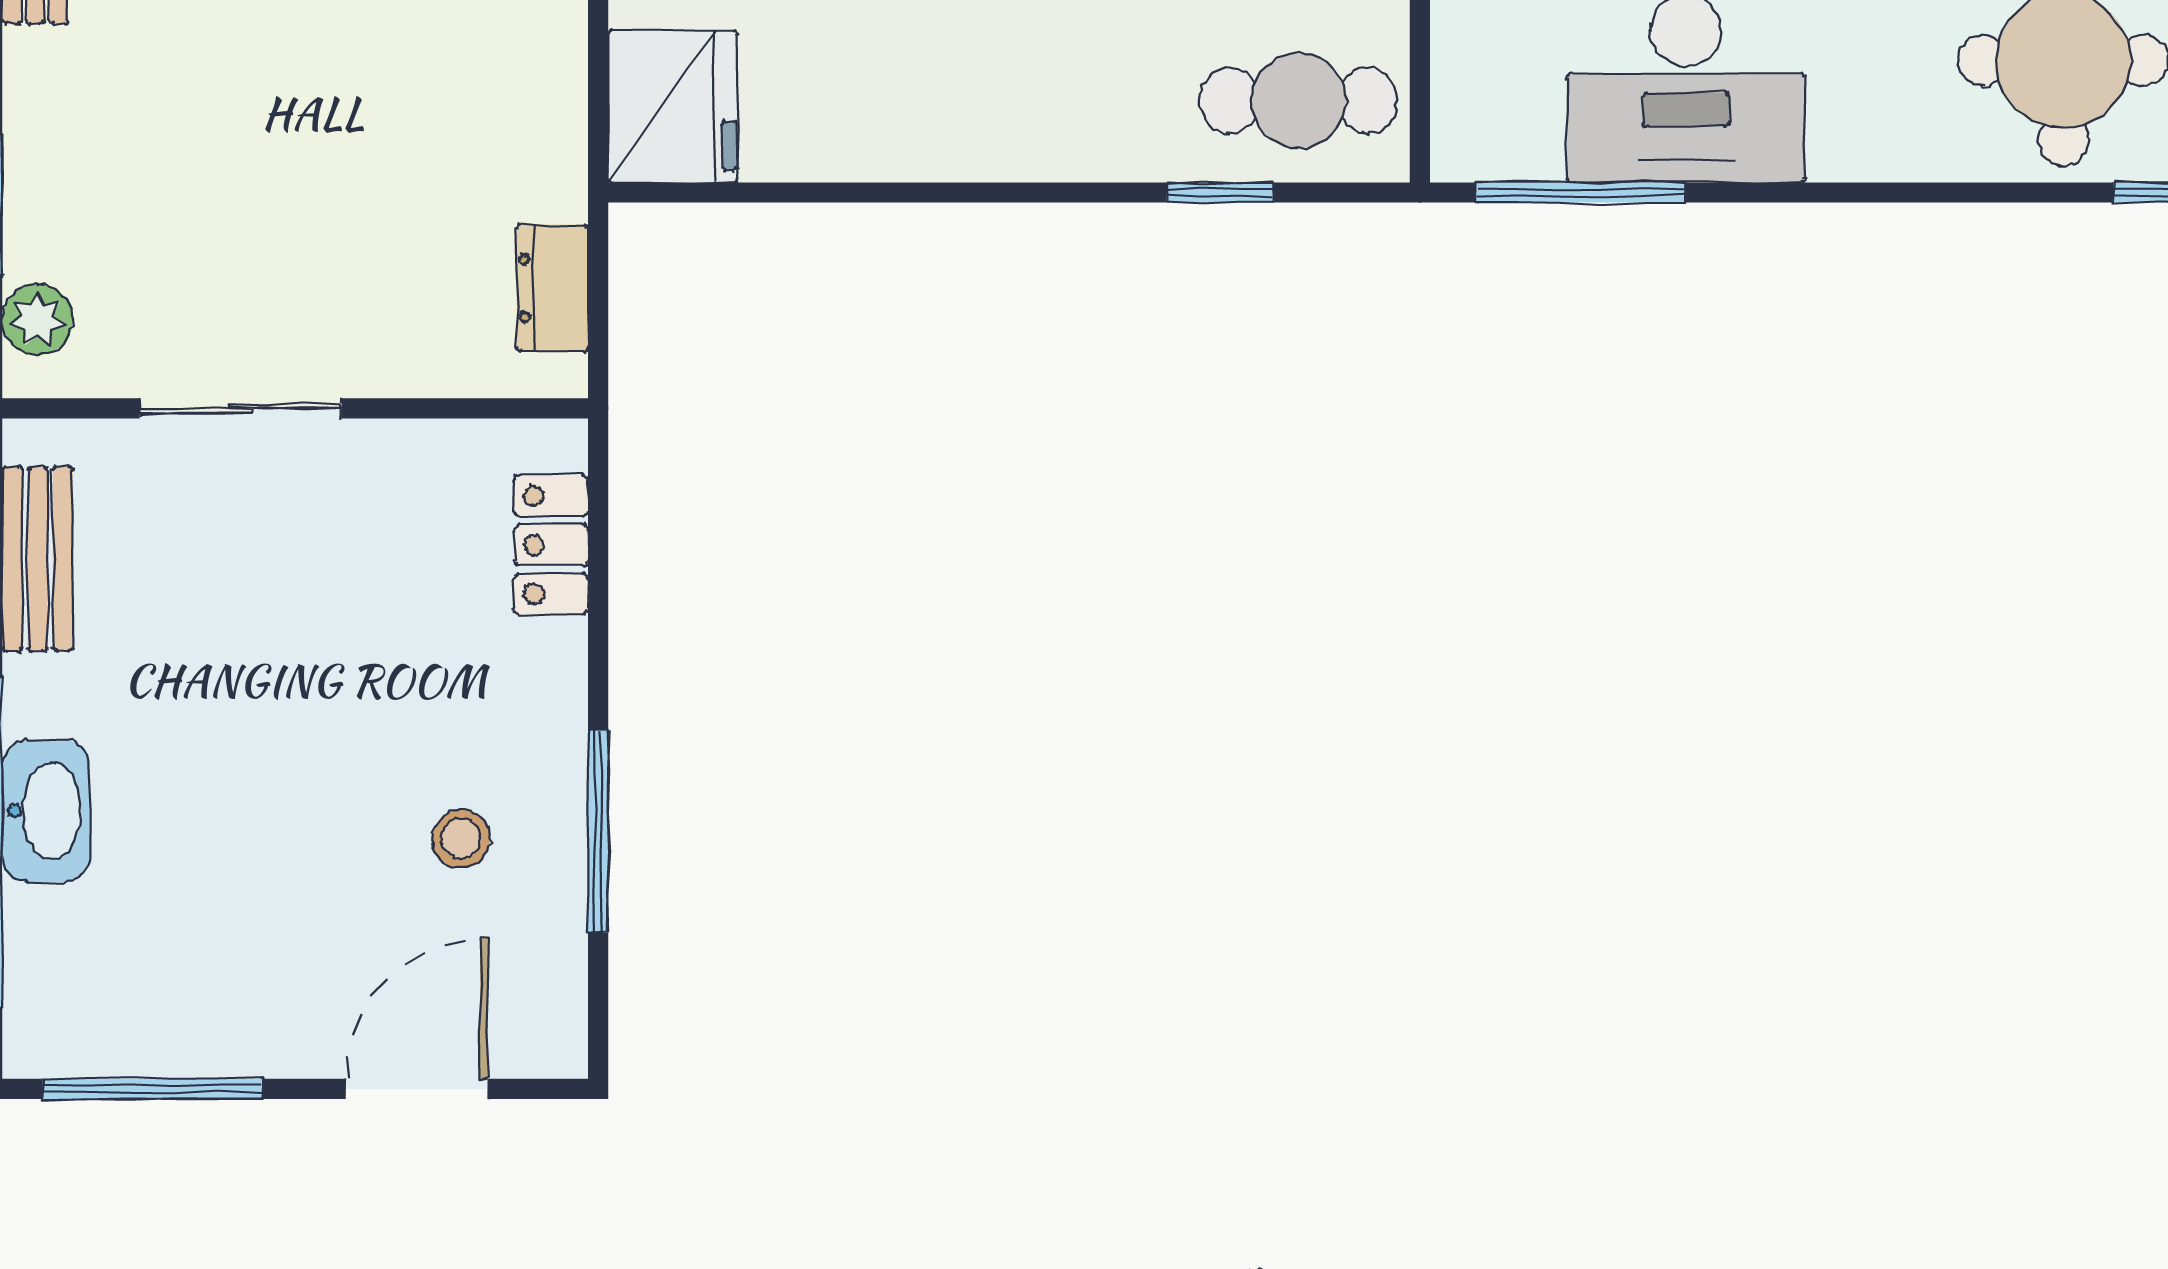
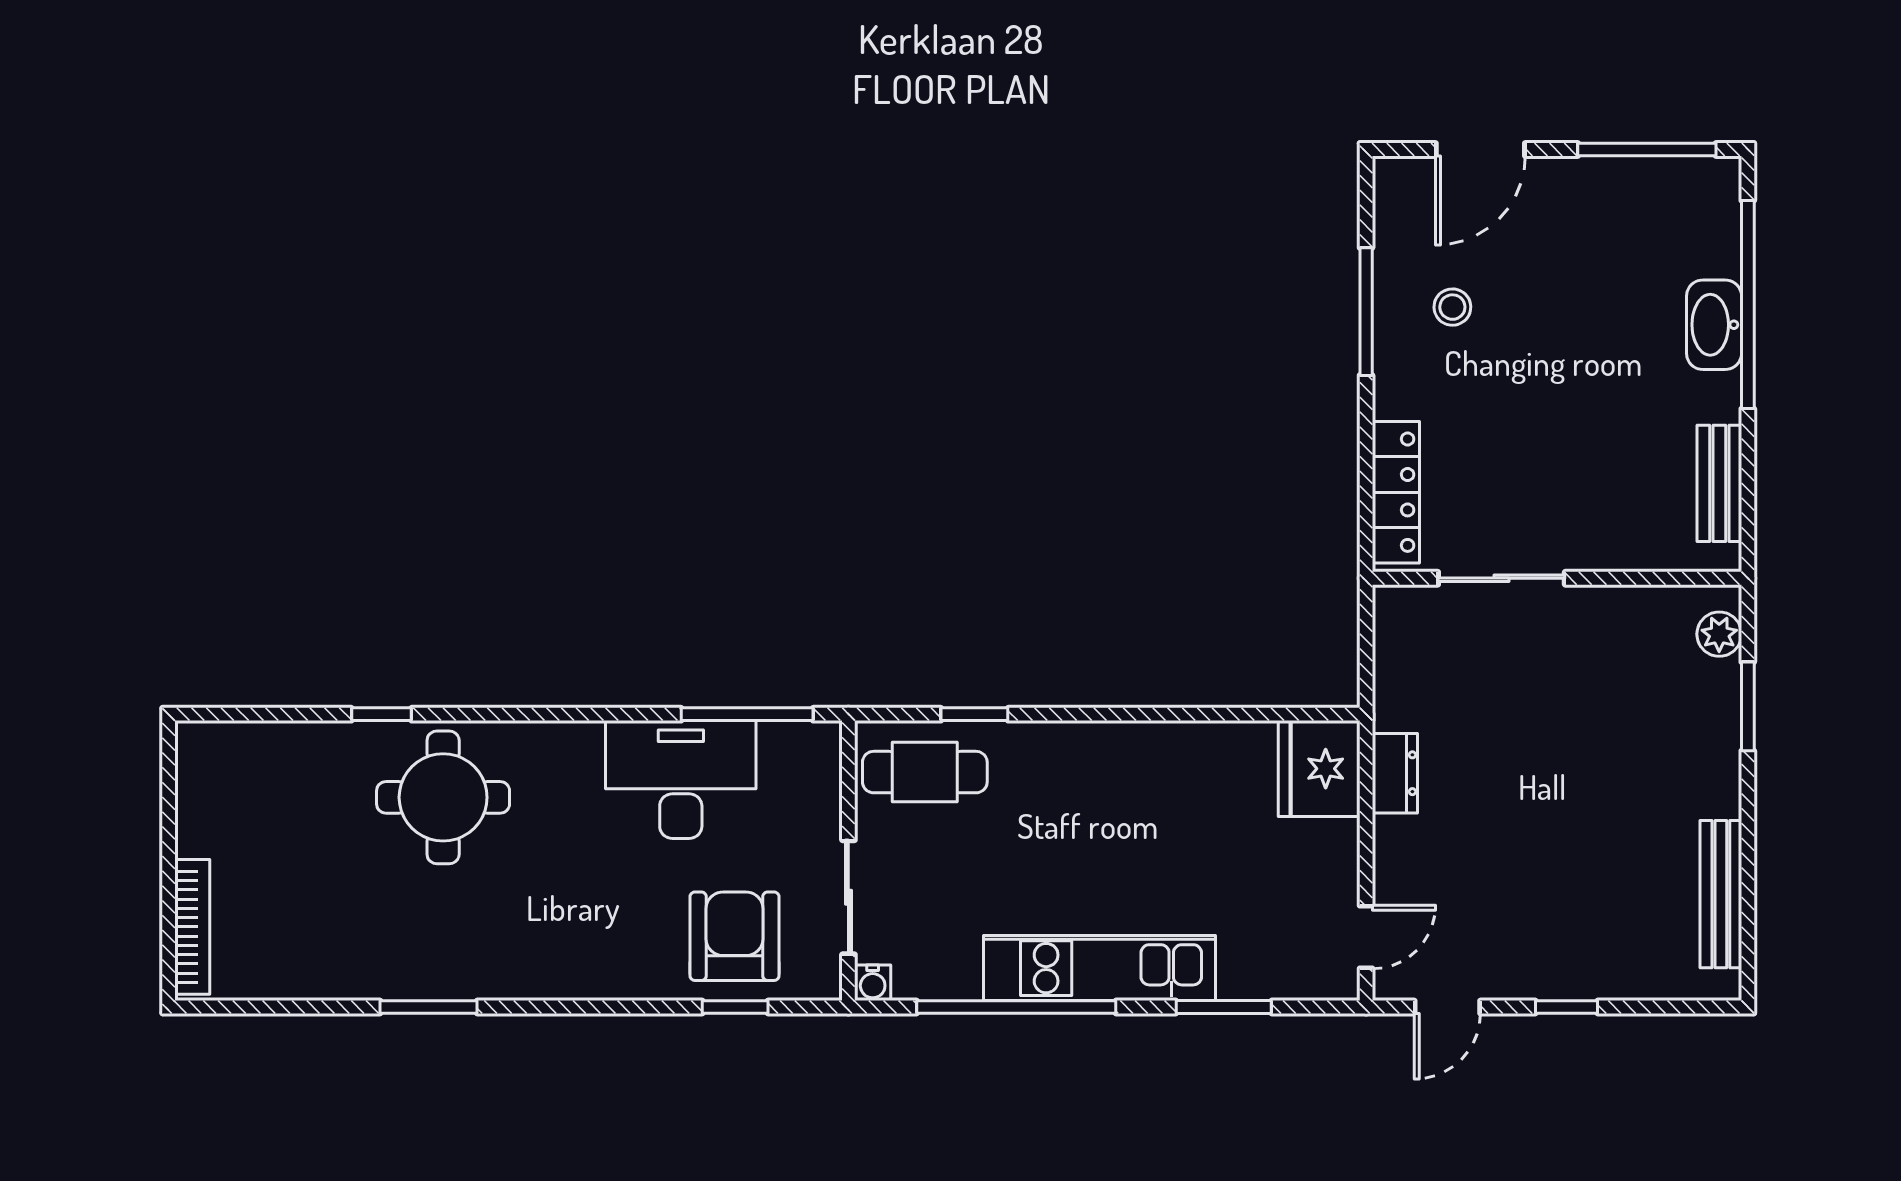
dresser: (552, 288) -> (1395, 773), moved
sliding door: (241, 408) -> (1501, 578), moved
locker: (551, 545) -> (1396, 492), width x1.53

